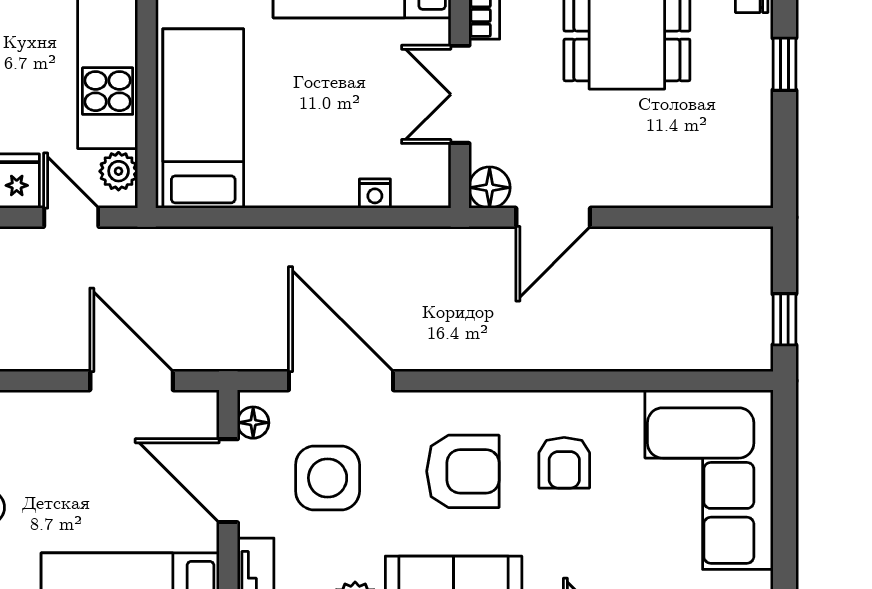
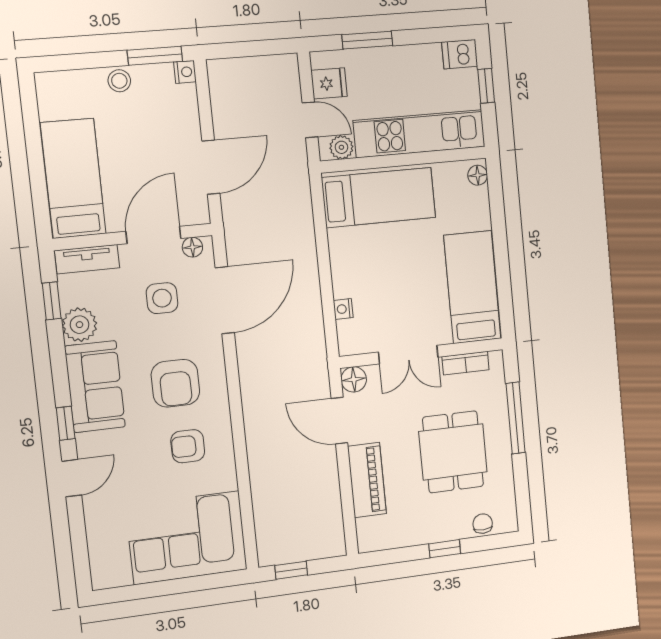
double door: (460, 94) -> (408, 355), swing flipped
piano: (655, 182) -> (367, 480), added
door: (71, 217) -> (310, 120), hinge flipped
side table: (328, 478) -> (162, 298), width x0.73, depth x0.73

